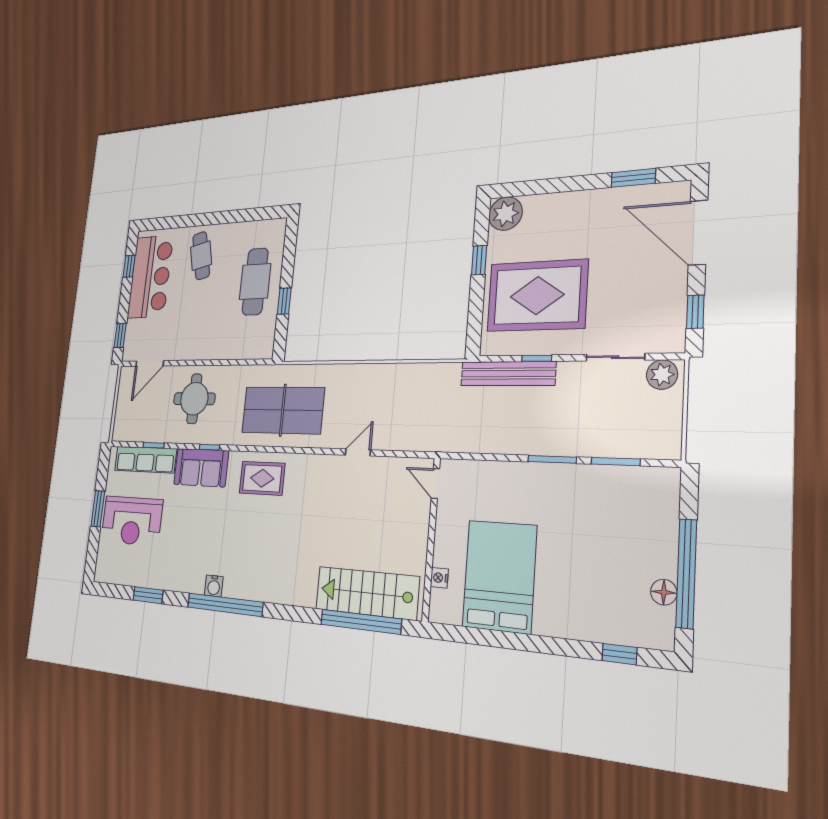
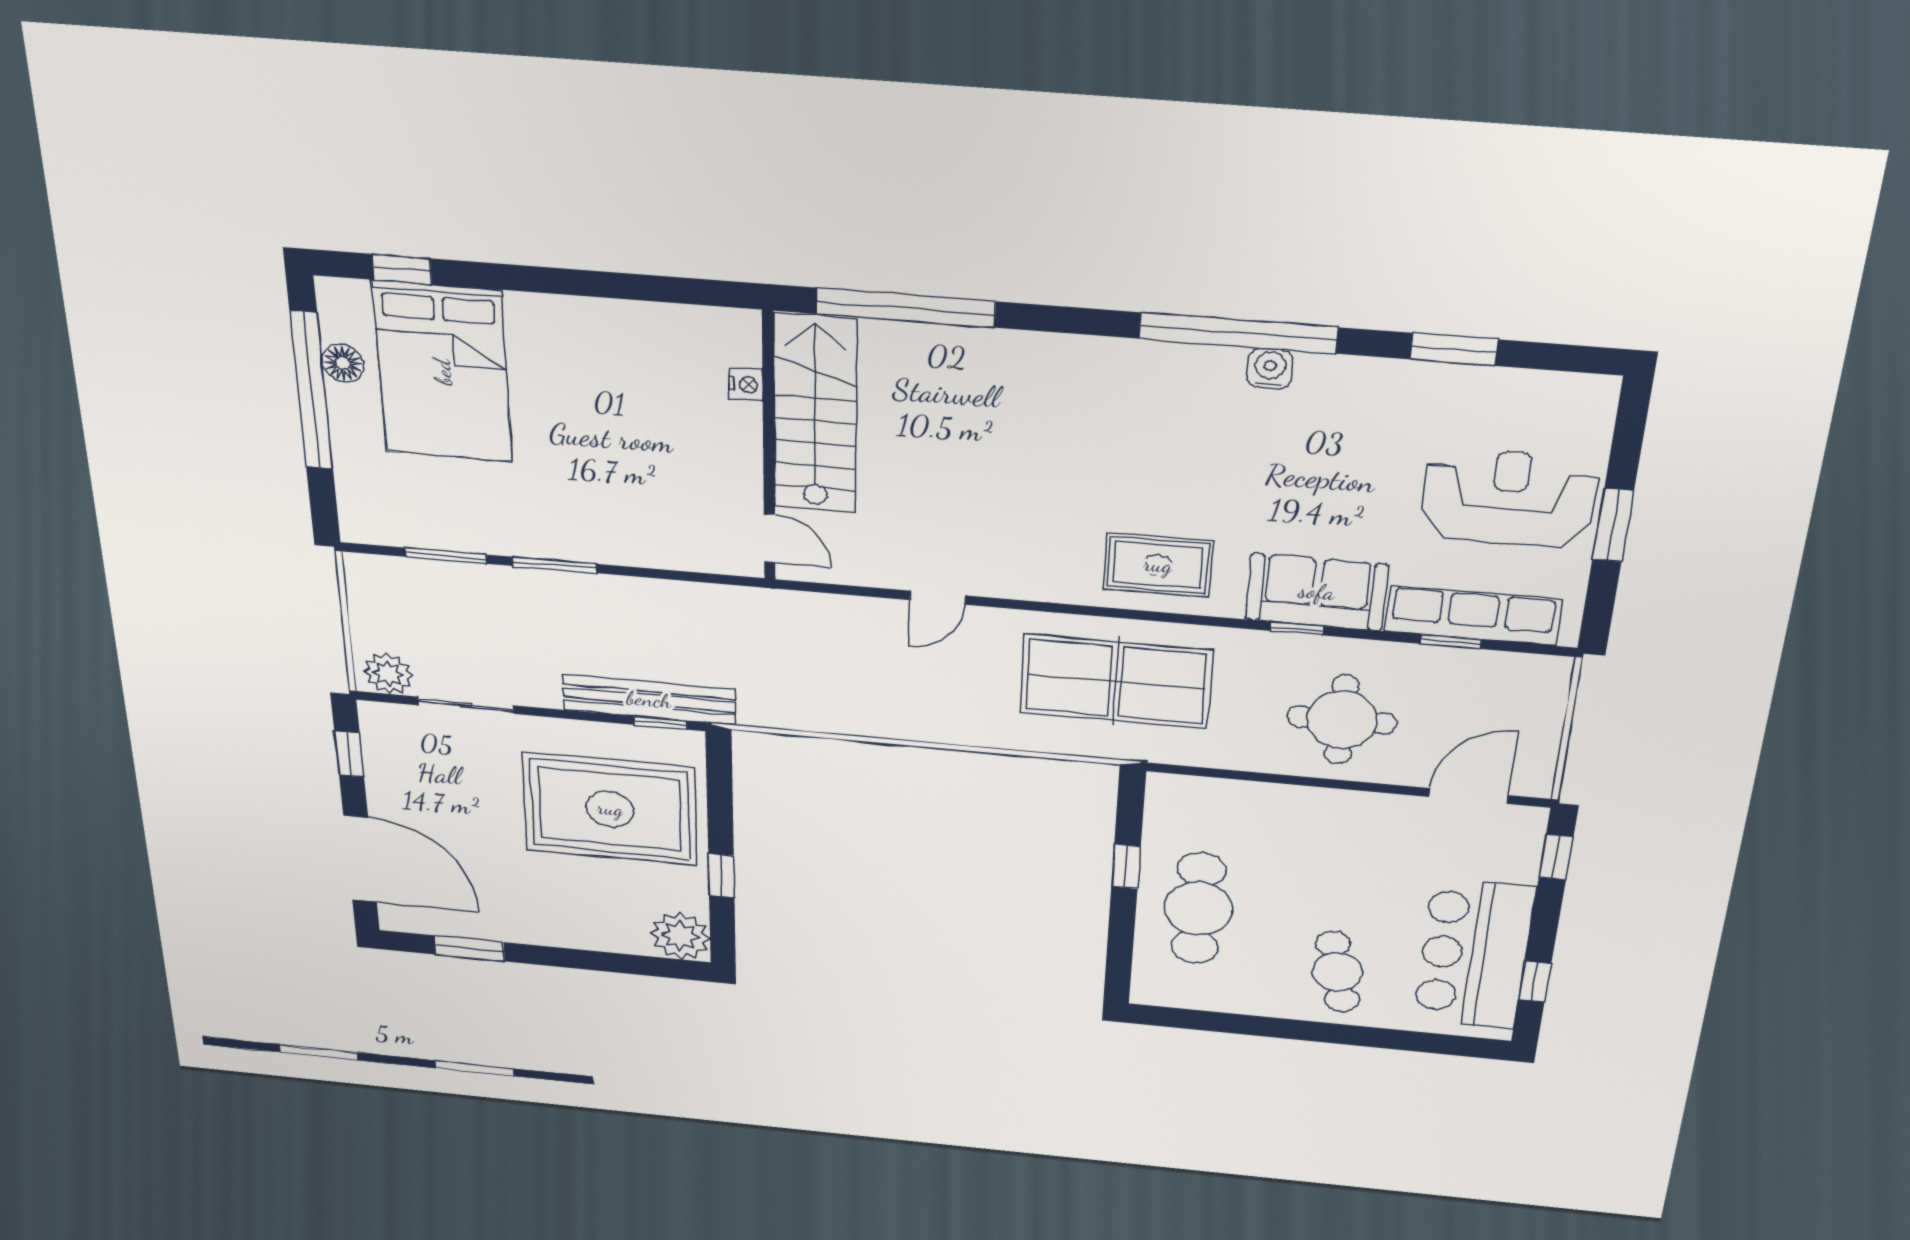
window: (537, 358) -> (660, 723), moved
bed: (499, 576) -> (443, 372), moved
stairs: (367, 593) -> (815, 414), moved, turned -90

